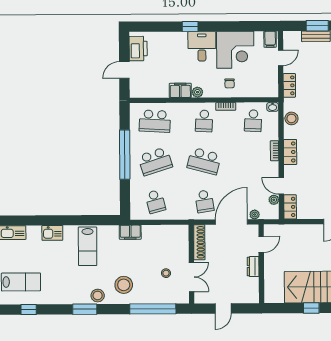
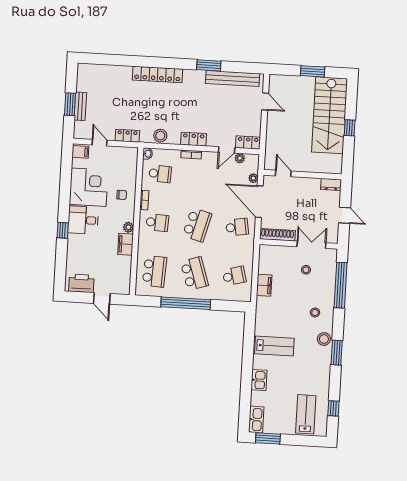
filing cabinet: (130, 232) -> (264, 285), moved
dresser: (253, 267) -> (331, 184), moved
stool: (124, 285) -> (315, 312), width x0.53, depth x0.53

